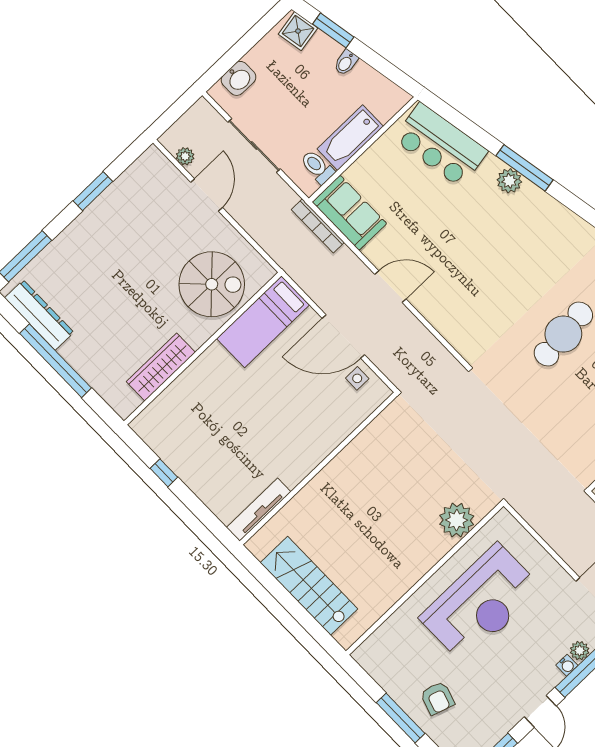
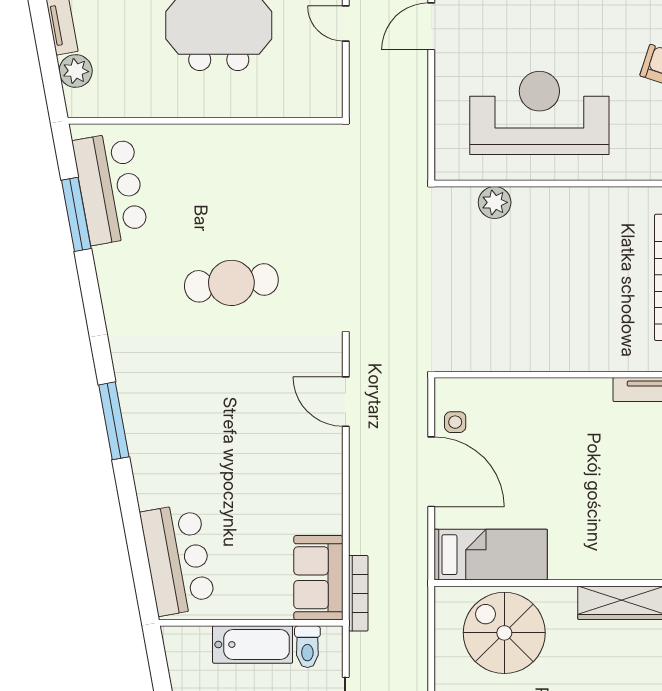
window: (525, 168) -> (114, 421), moved
plant: (509, 181) -> (147, 468), removed
door: (390, 287) -> (346, 402), moved
plant: (457, 520) -> (495, 202), width x0.73, depth x0.73

